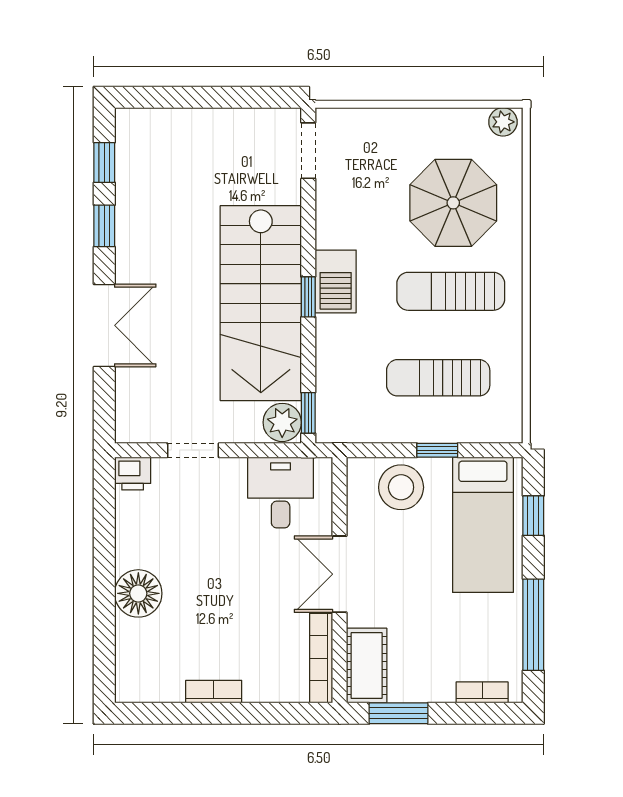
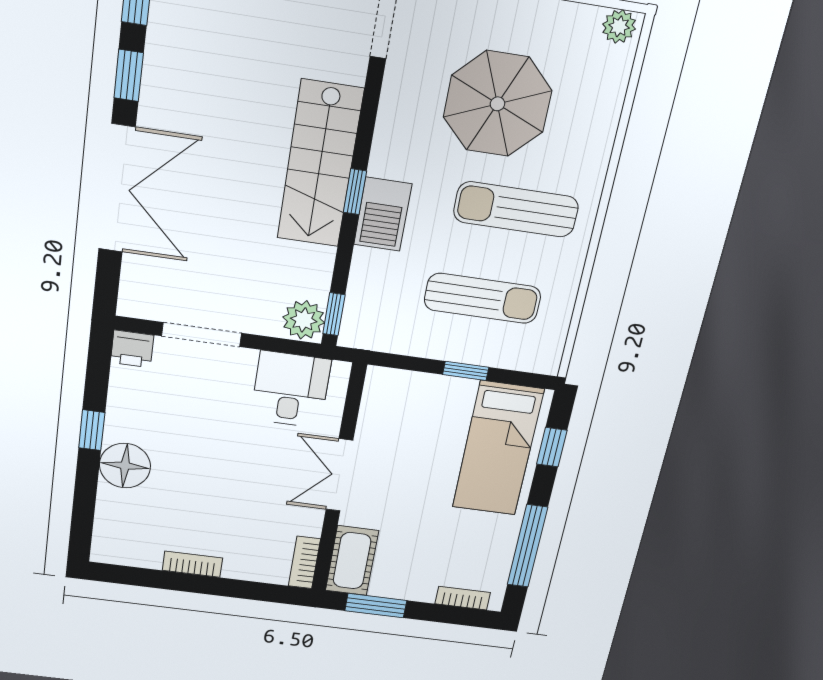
parasol: (453, 203) -> (497, 104), moved
barbecue: (336, 281) -> (383, 214), moved
stairs: (261, 303) -> (320, 164), width x0.73, depth x0.66
double door: (104, 325) -> (117, 189), width x1.37
sun lounger: (438, 378) -> (482, 298), turned 180
doorway: (193, 450) -> (202, 334), width x1.37
stool: (401, 487) -> (420, 402), removed
window: (104, 561) -> (92, 430), added
bookcase: (321, 658) -> (304, 562), width x0.64

